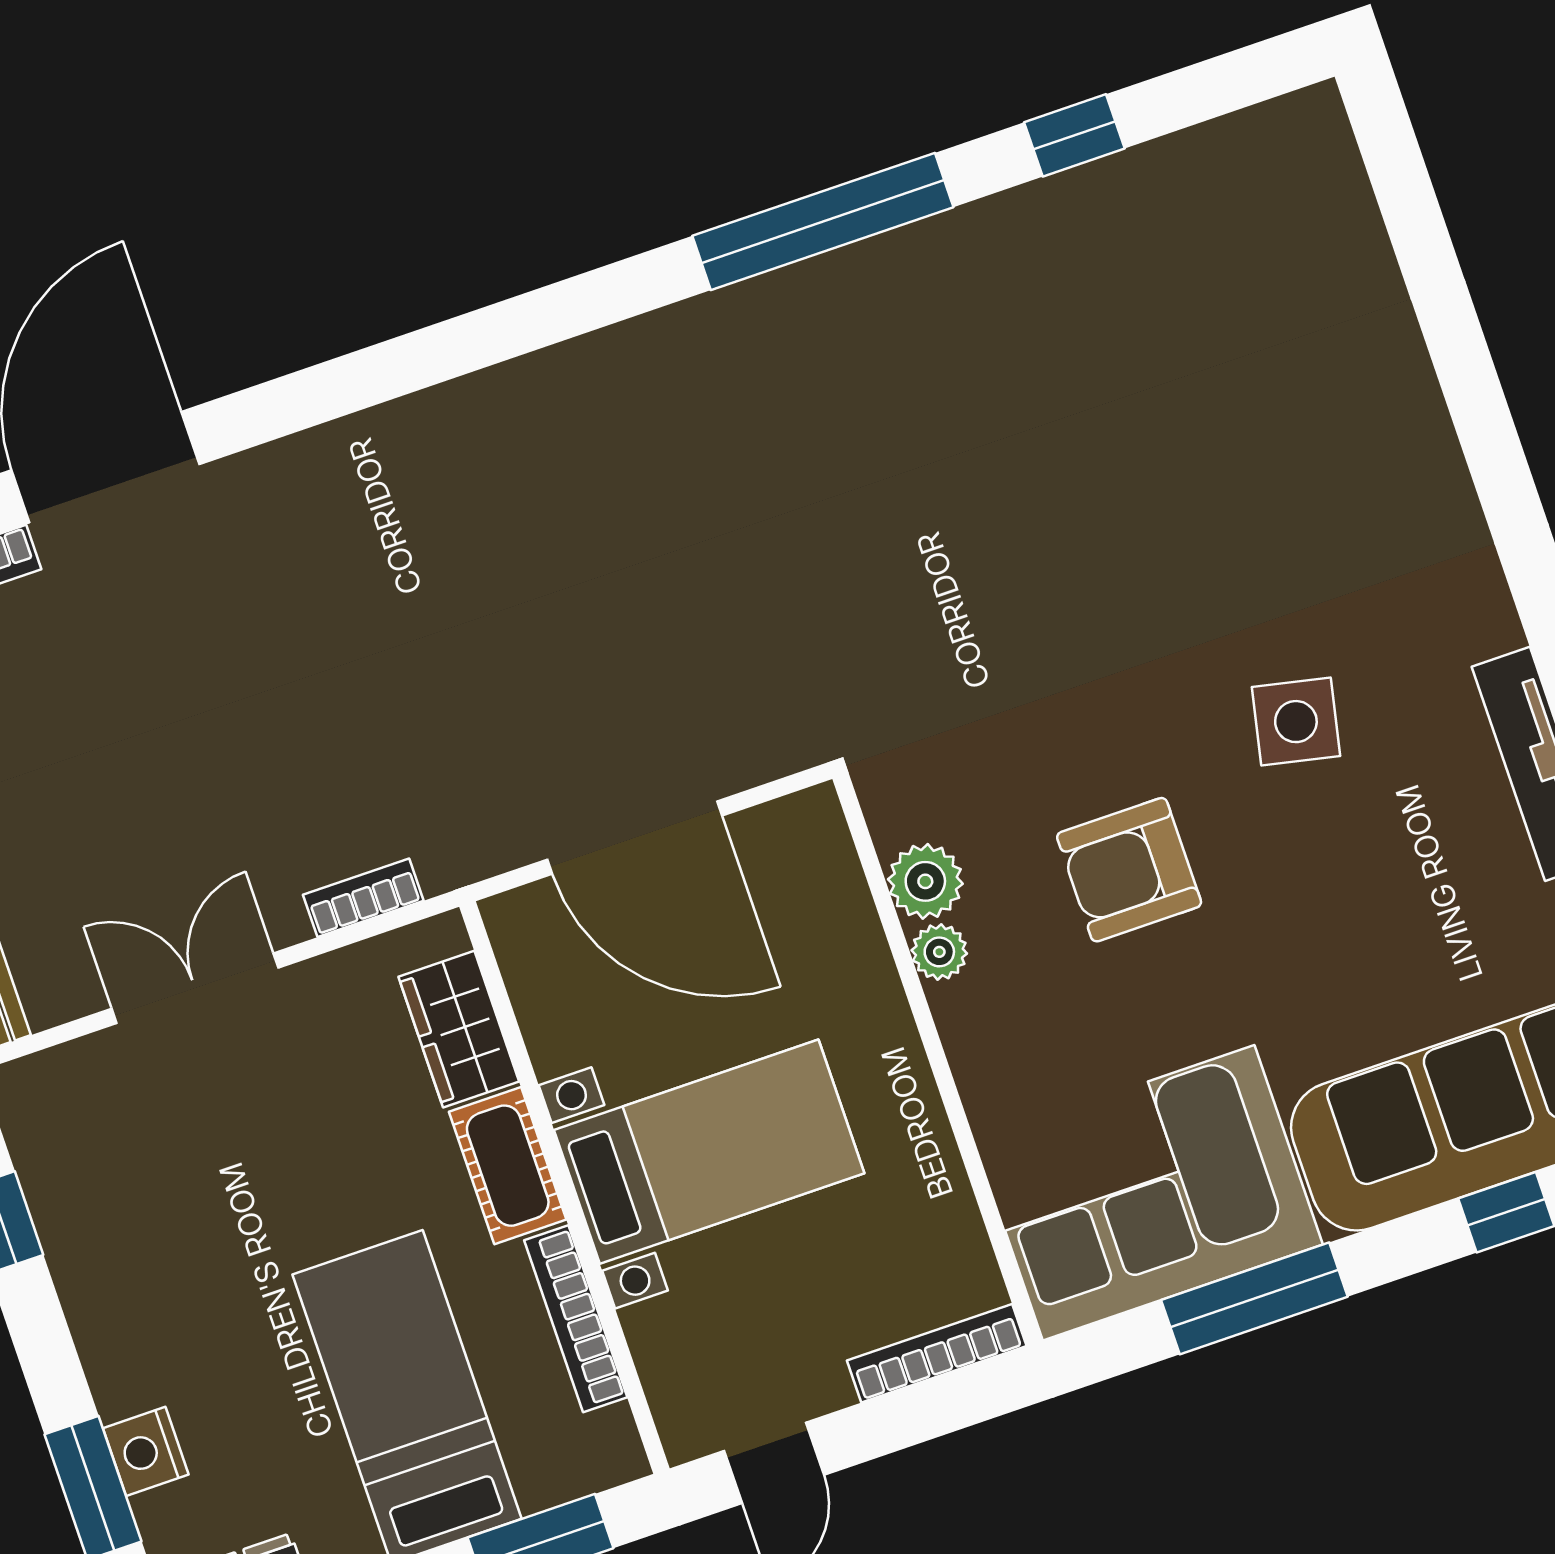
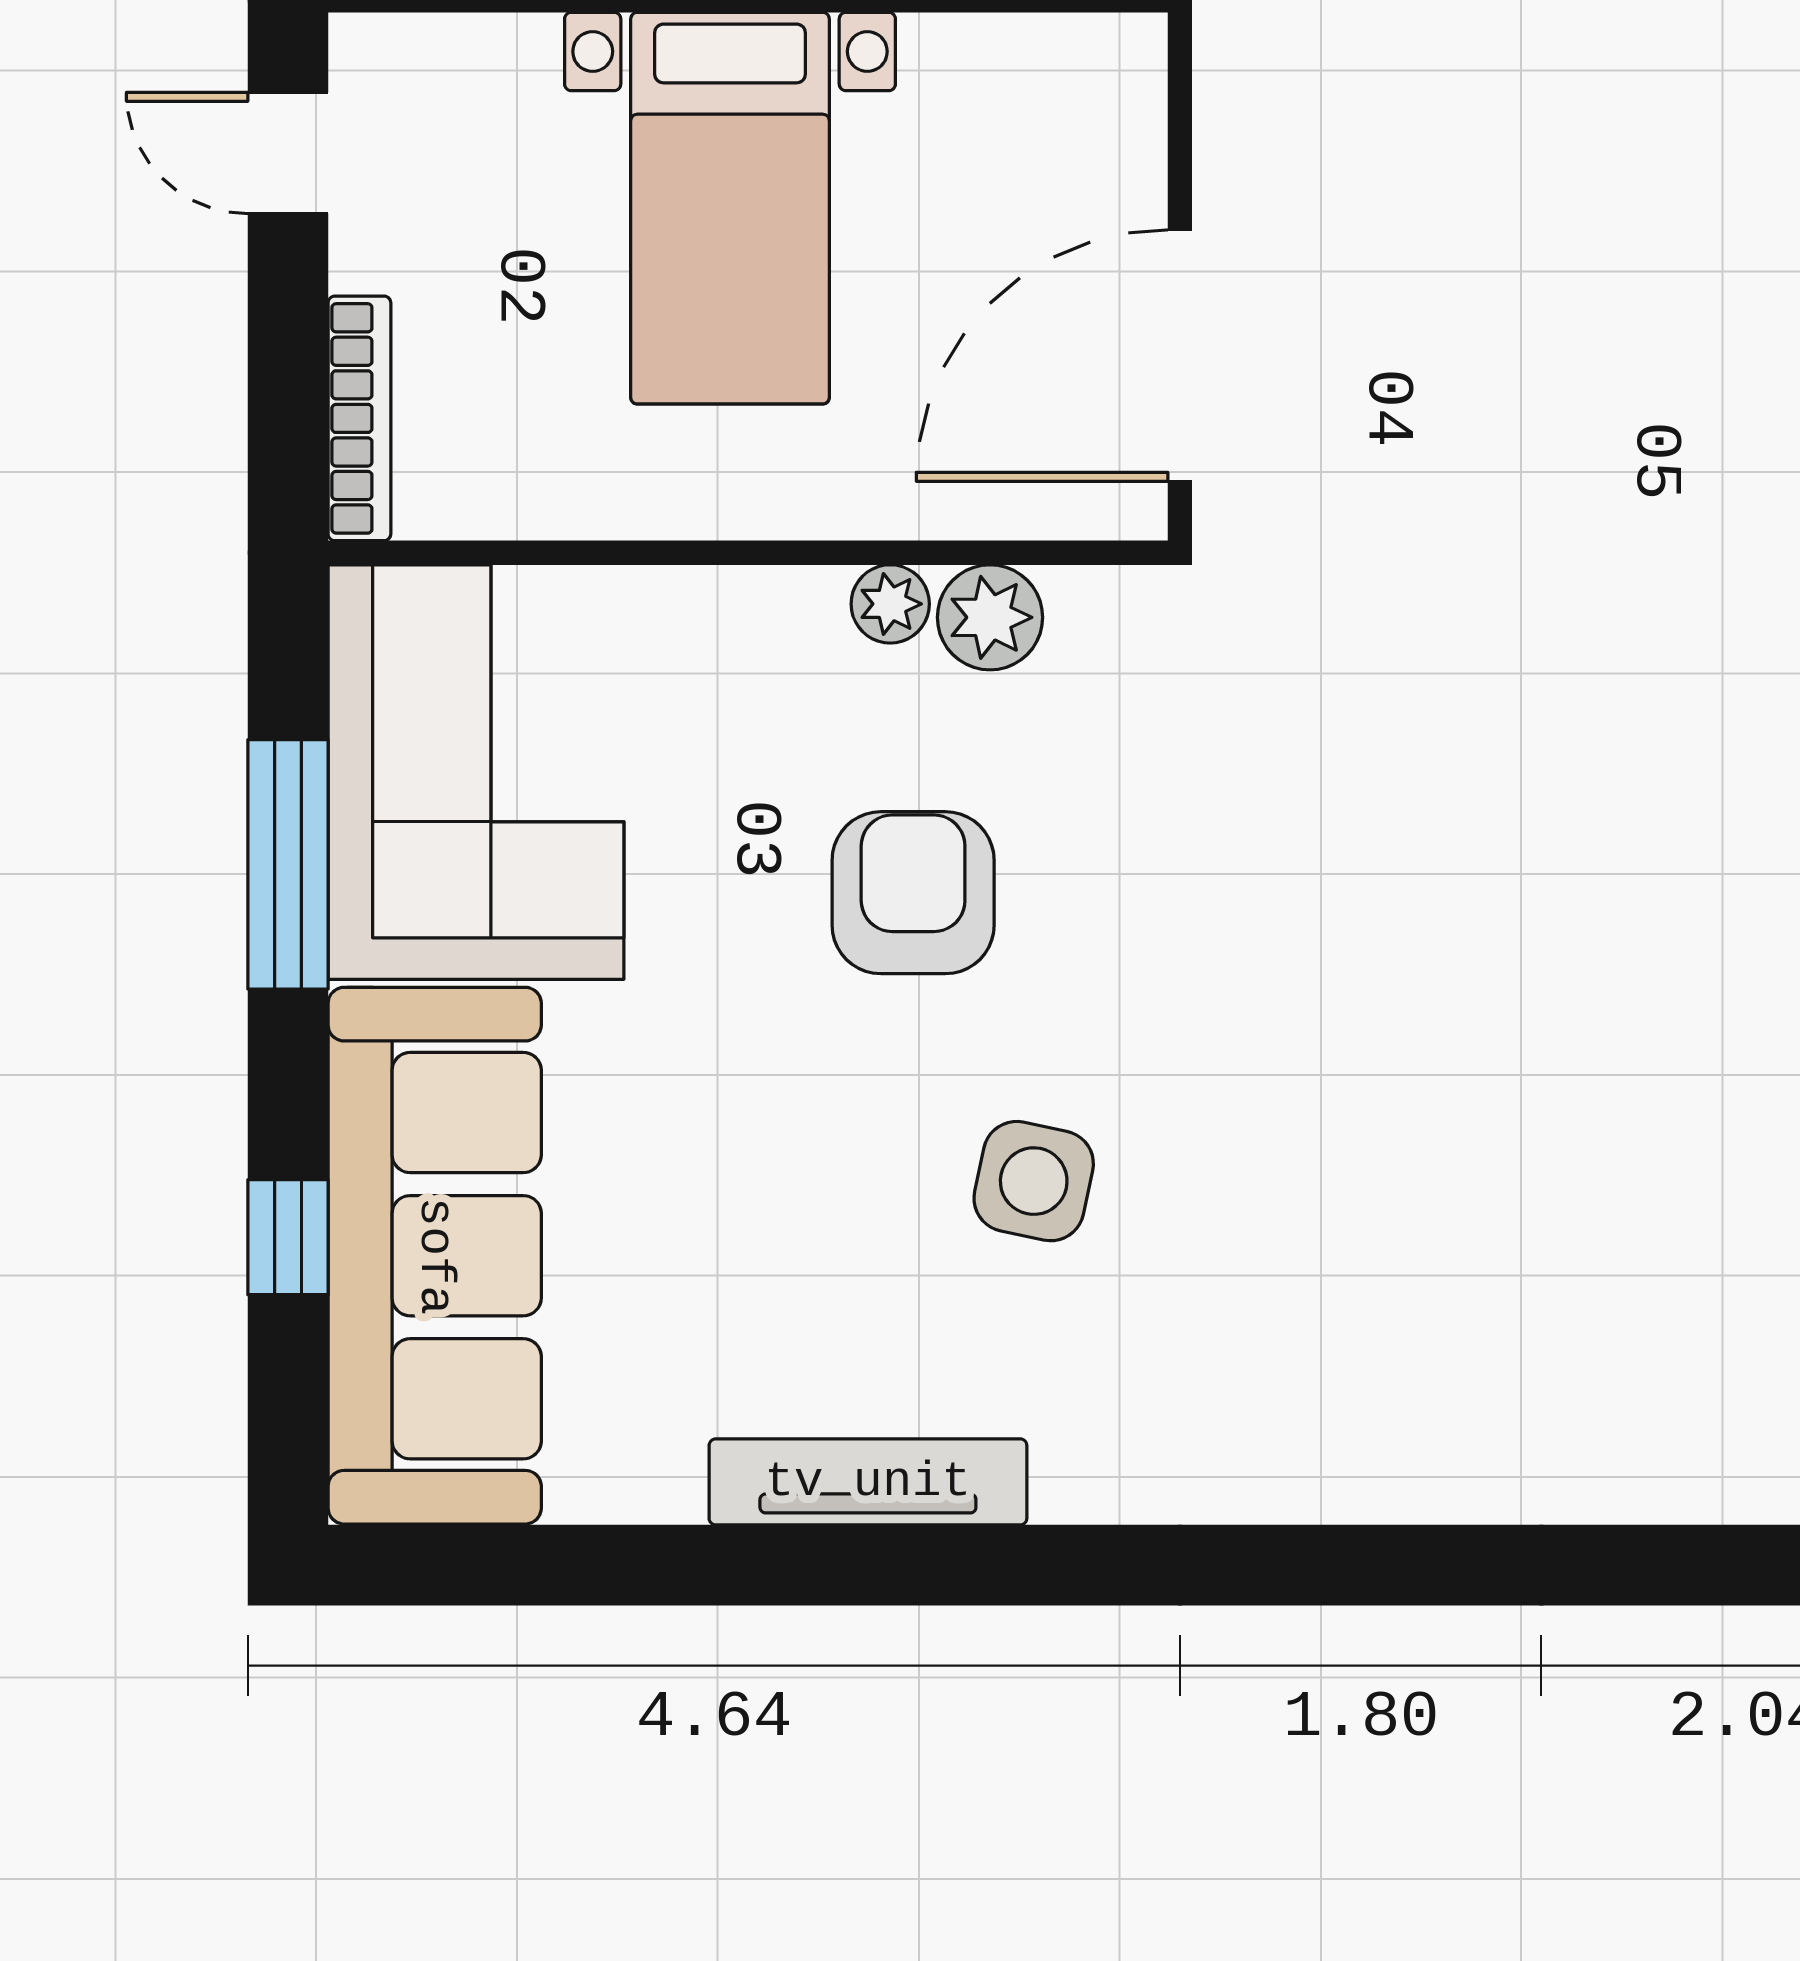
door: (635, 838) -> (1180, 356), moved

